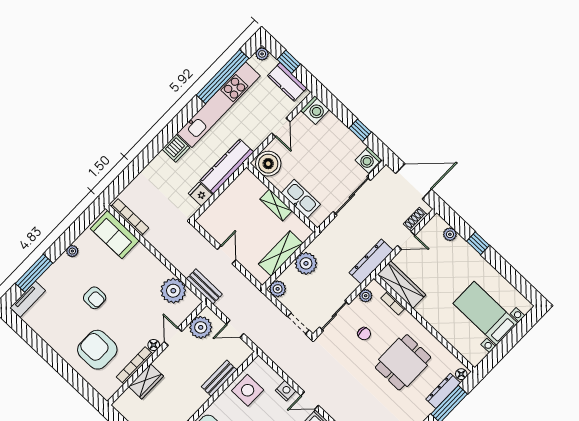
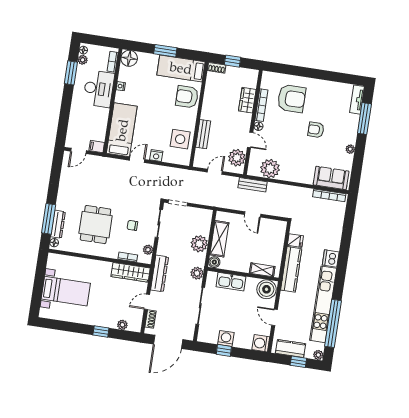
washing machine: (368, 160) -> (226, 338), moved
shelving: (276, 205) -> (262, 270), moved
boiler: (304, 232) -> (214, 262), added
plant: (278, 289) -> (197, 273), moved

